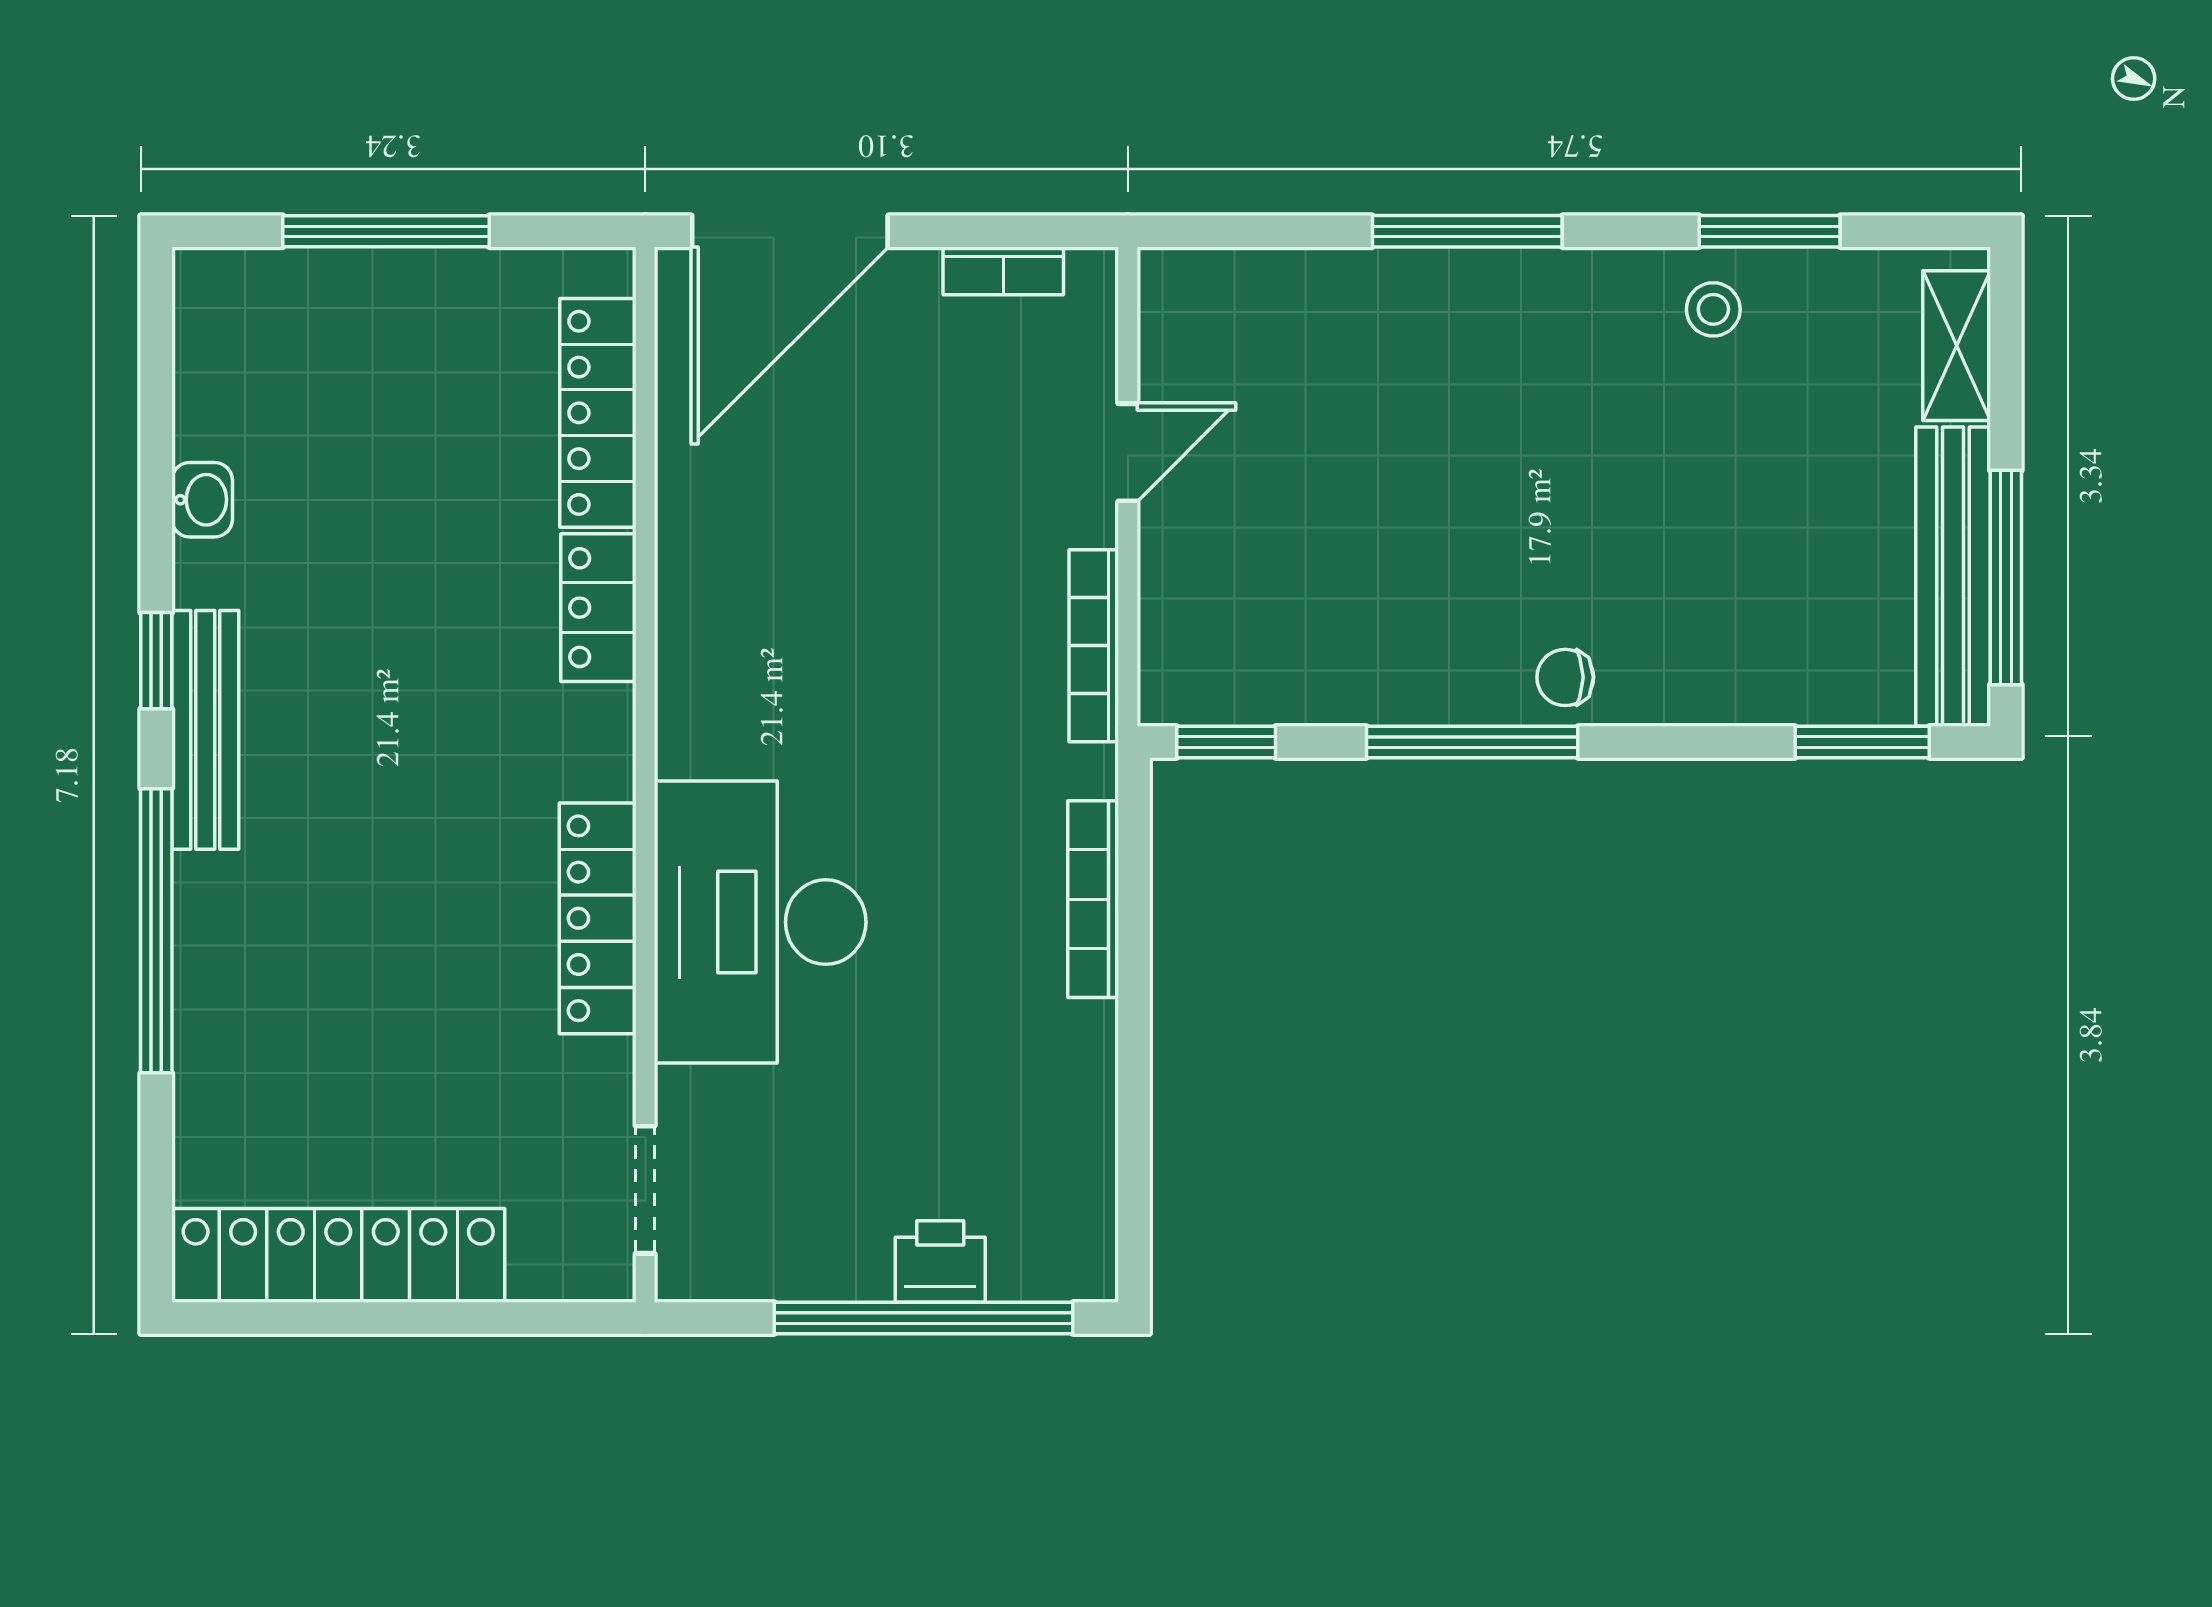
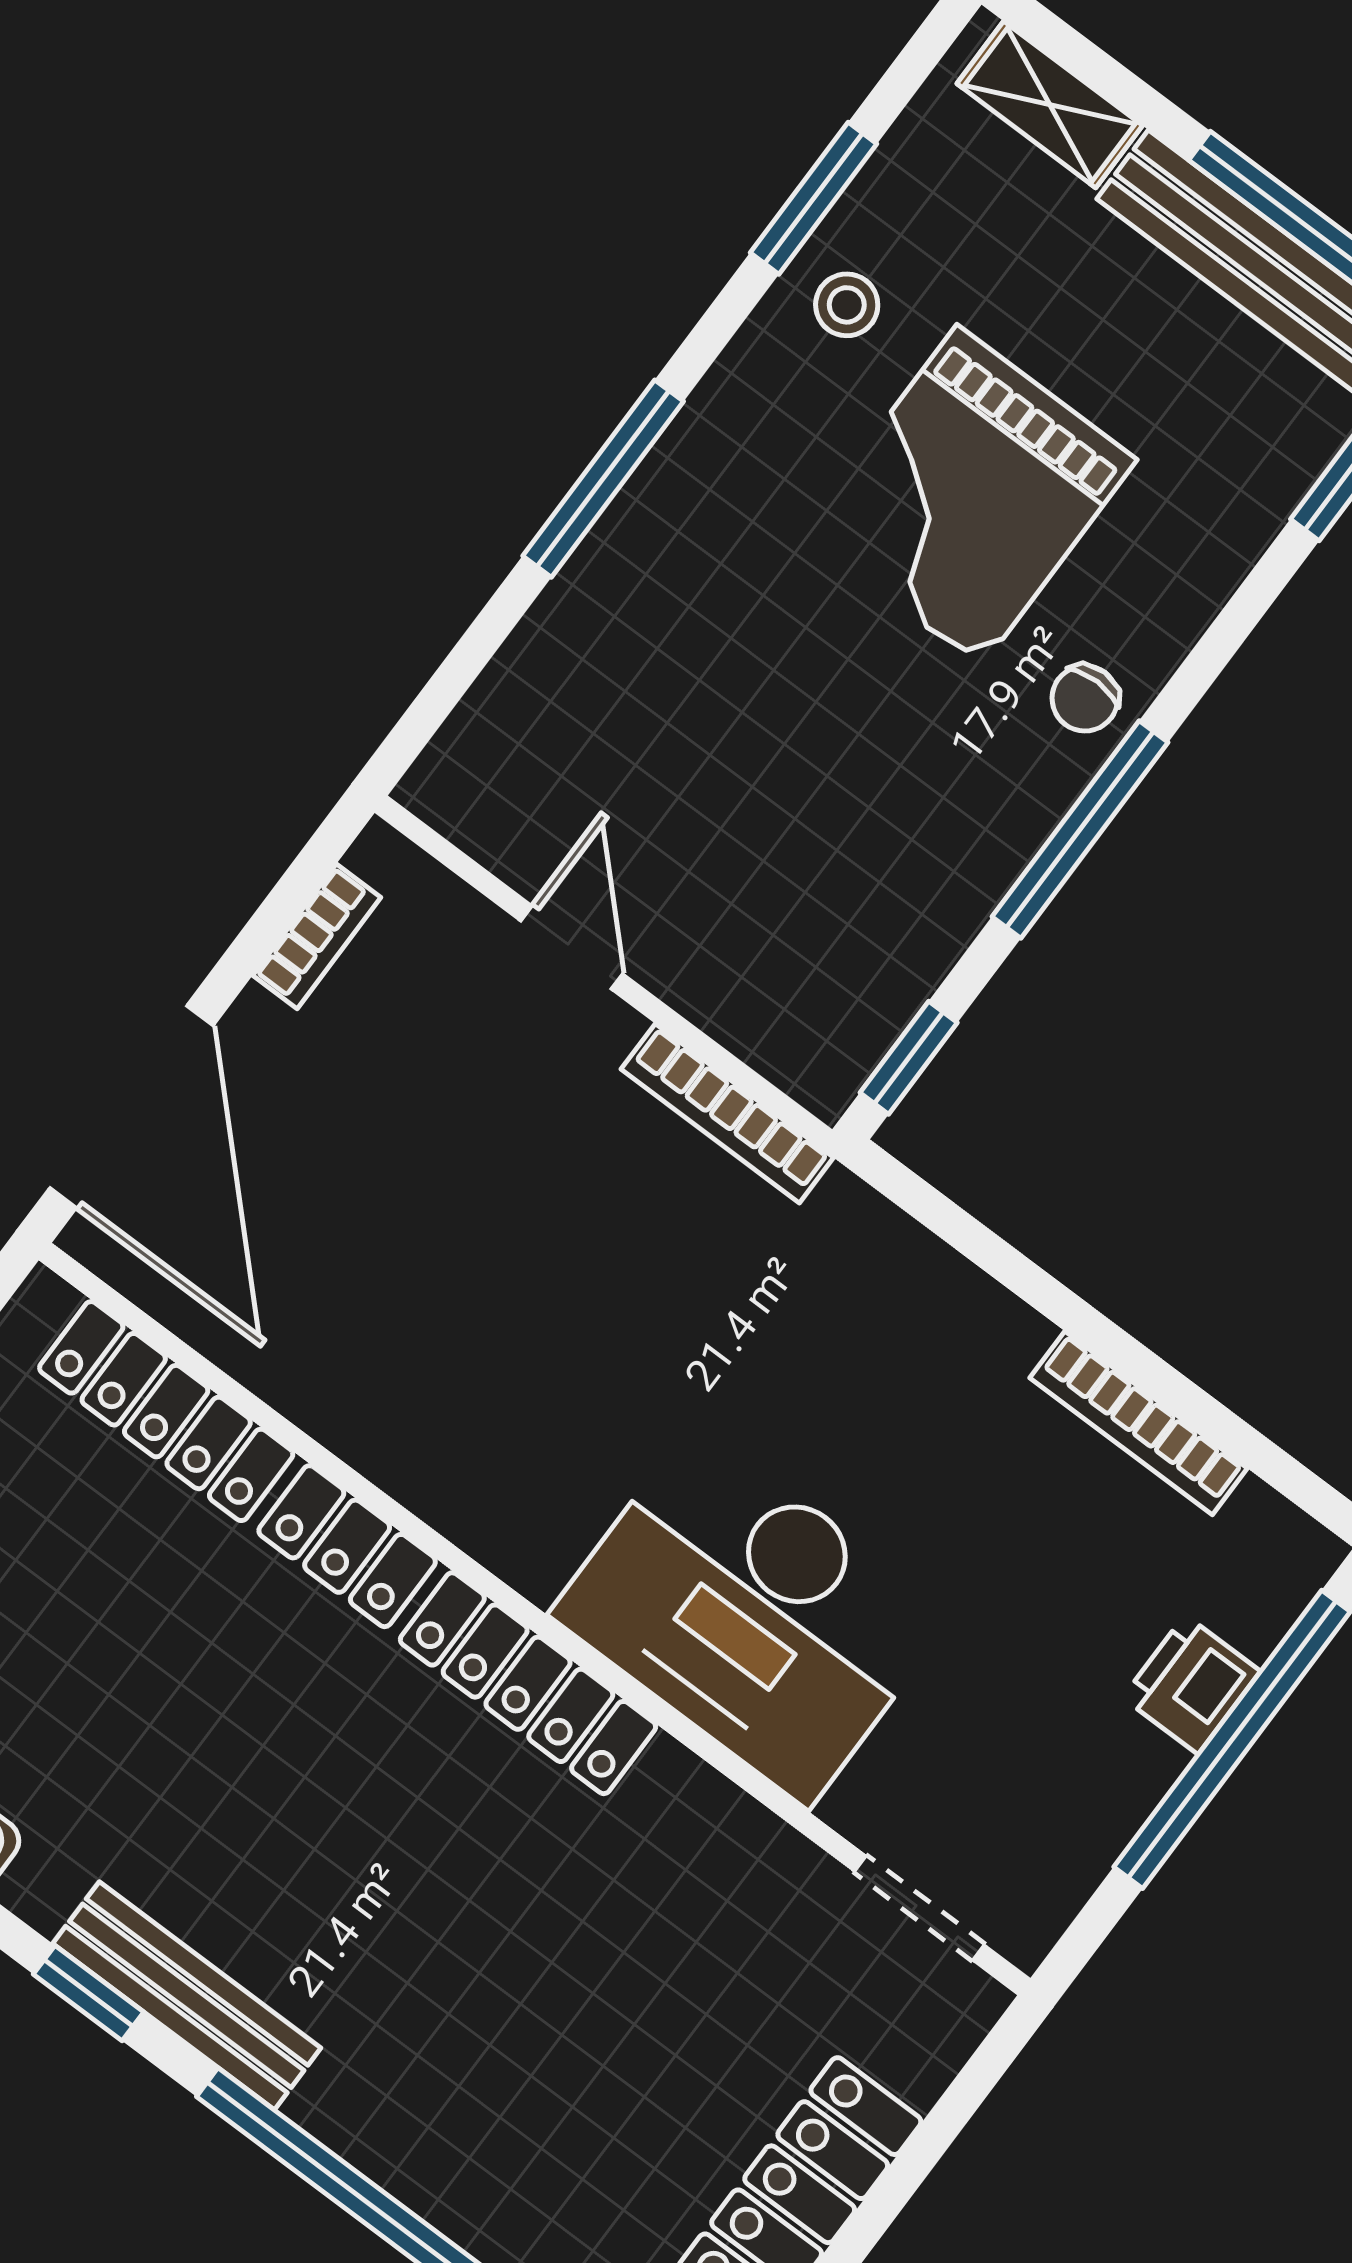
grand piano: (1645, 493) -> (969, 496), added
bookcase: (1093, 899) -> (1139, 1423), moved
locker: (598, 918) -> (528, 1683), moved

